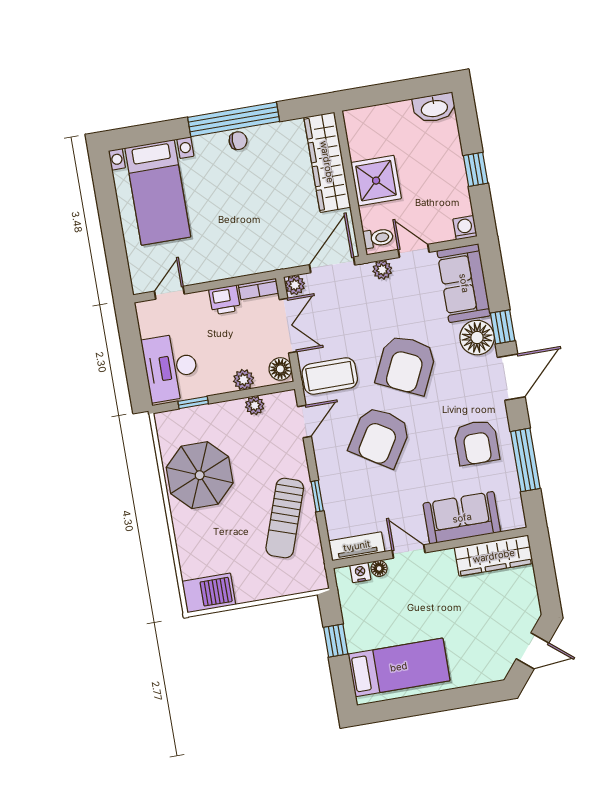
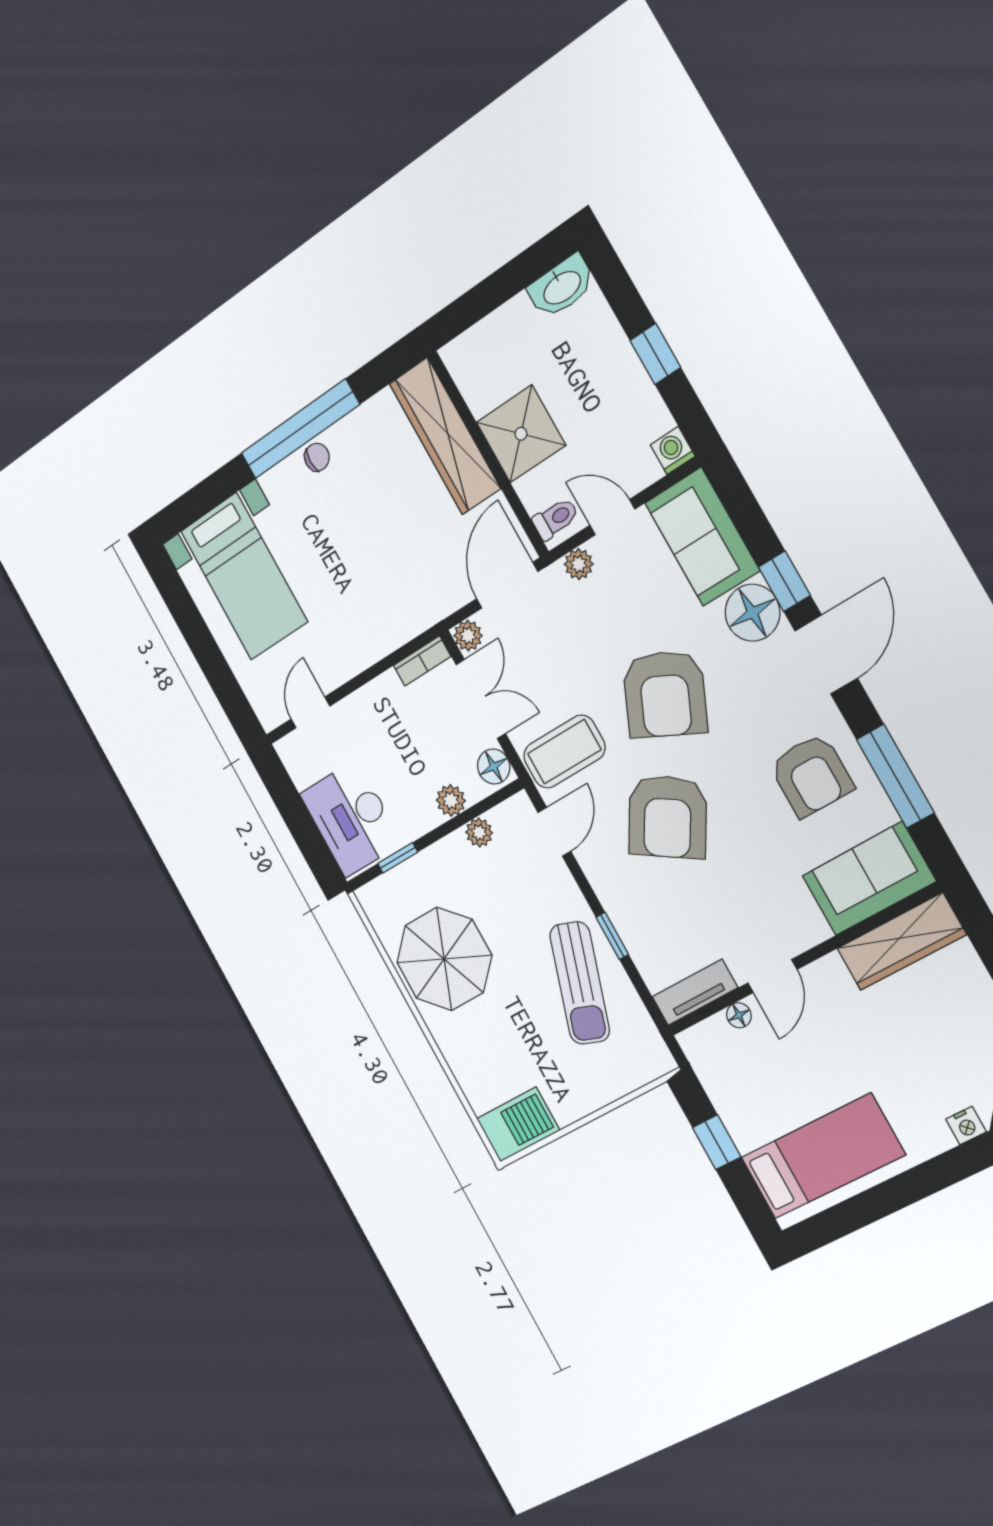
printer: (225, 300) -> (384, 695), removed
sofa: (462, 518) -> (869, 879), moved
door: (409, 552) -> (772, 976), swing flipped
nightstand: (360, 573) -> (966, 1126), moved, turned 180

